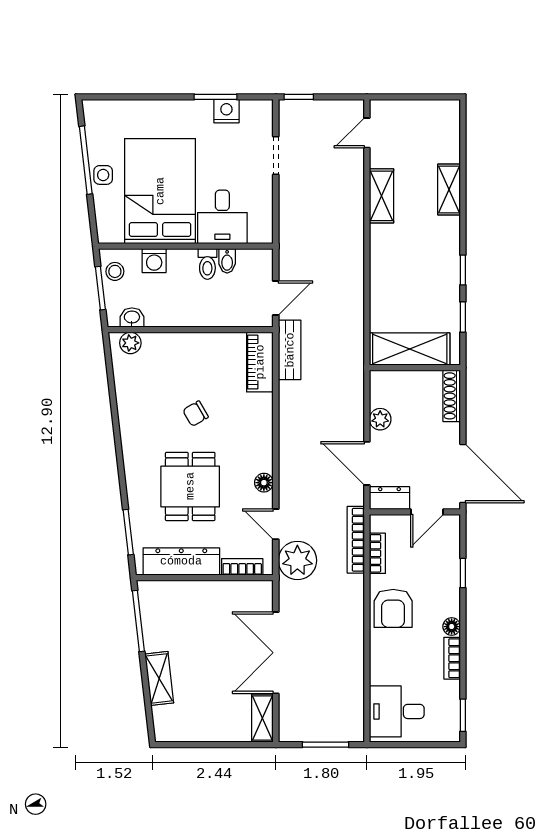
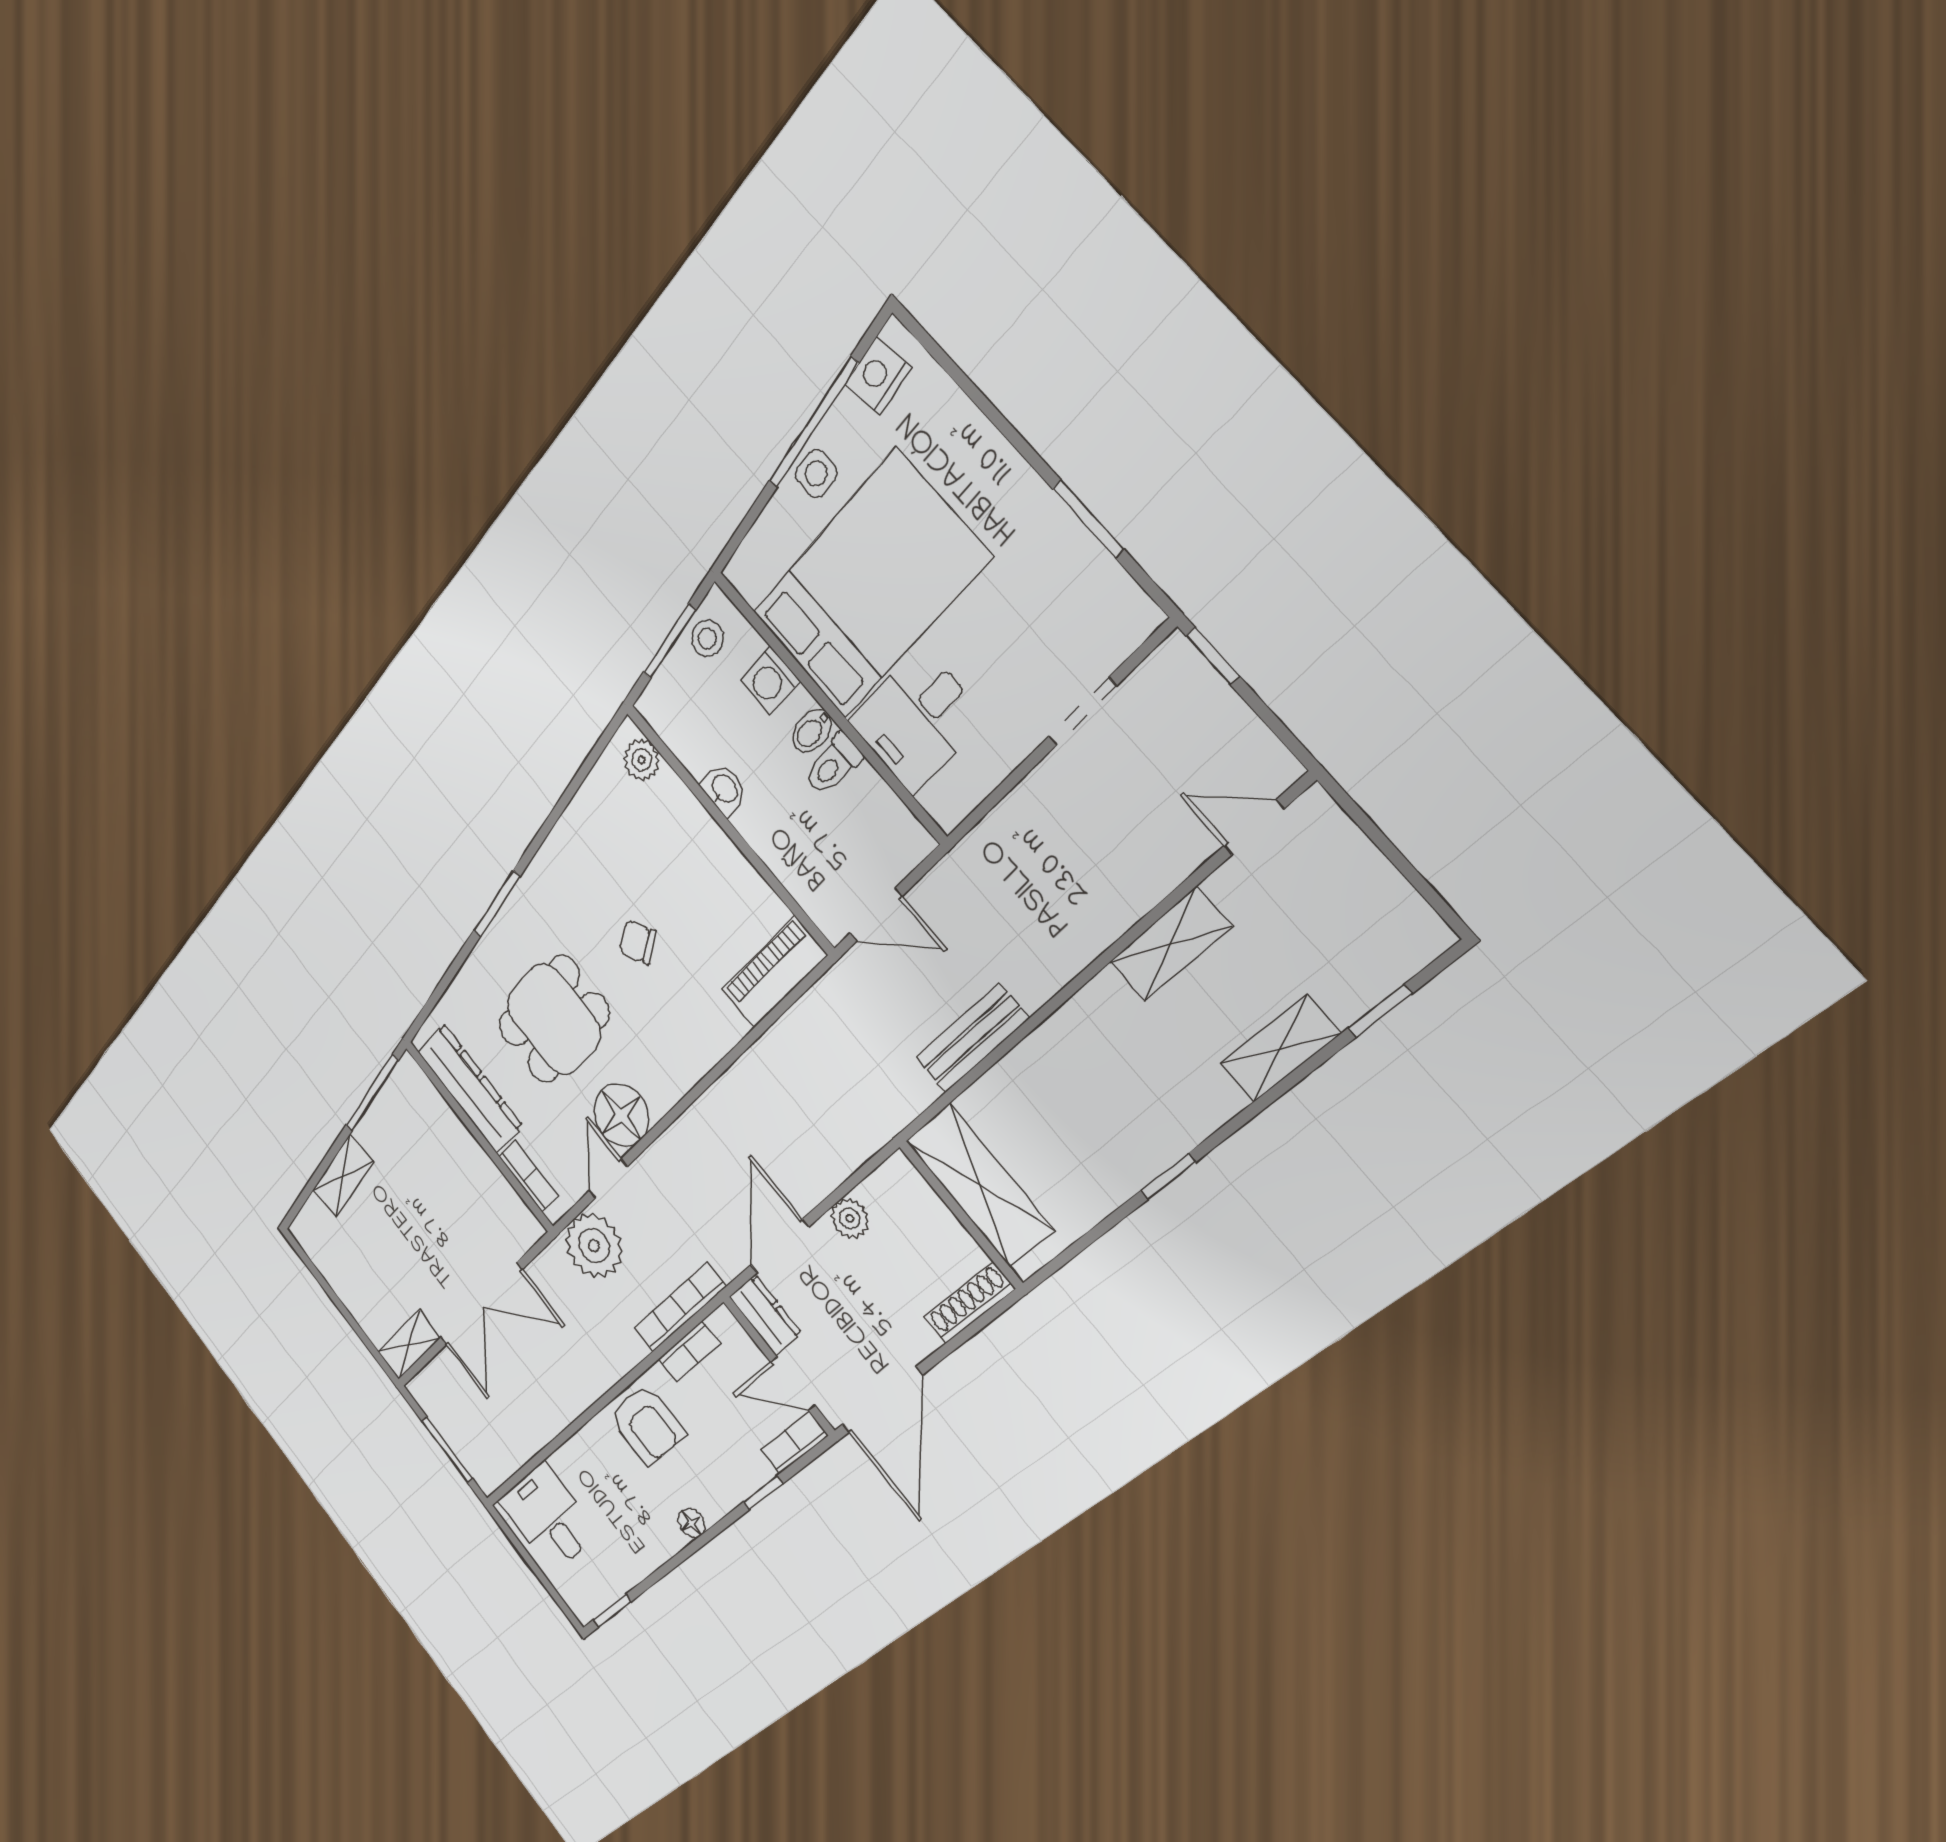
nightstand: (226, 111) -> (878, 376), moved, turned -97
bidet: (227, 261) -> (812, 731), moved
window: (463, 317) -> (1380, 1011), moved
washbasin: (132, 318) -> (724, 789), moved
bench: (290, 350) -> (972, 1038), moved
floor lamp: (264, 483) -> (621, 1115), width x1.89, depth x1.89
window: (128, 532) -> (497, 904), moved
armchair: (393, 608) -> (647, 1424), turned -90
double door: (276, 653) -> (481, 1304), swing flipped
bookcase: (452, 658) -> (794, 1443), moved

